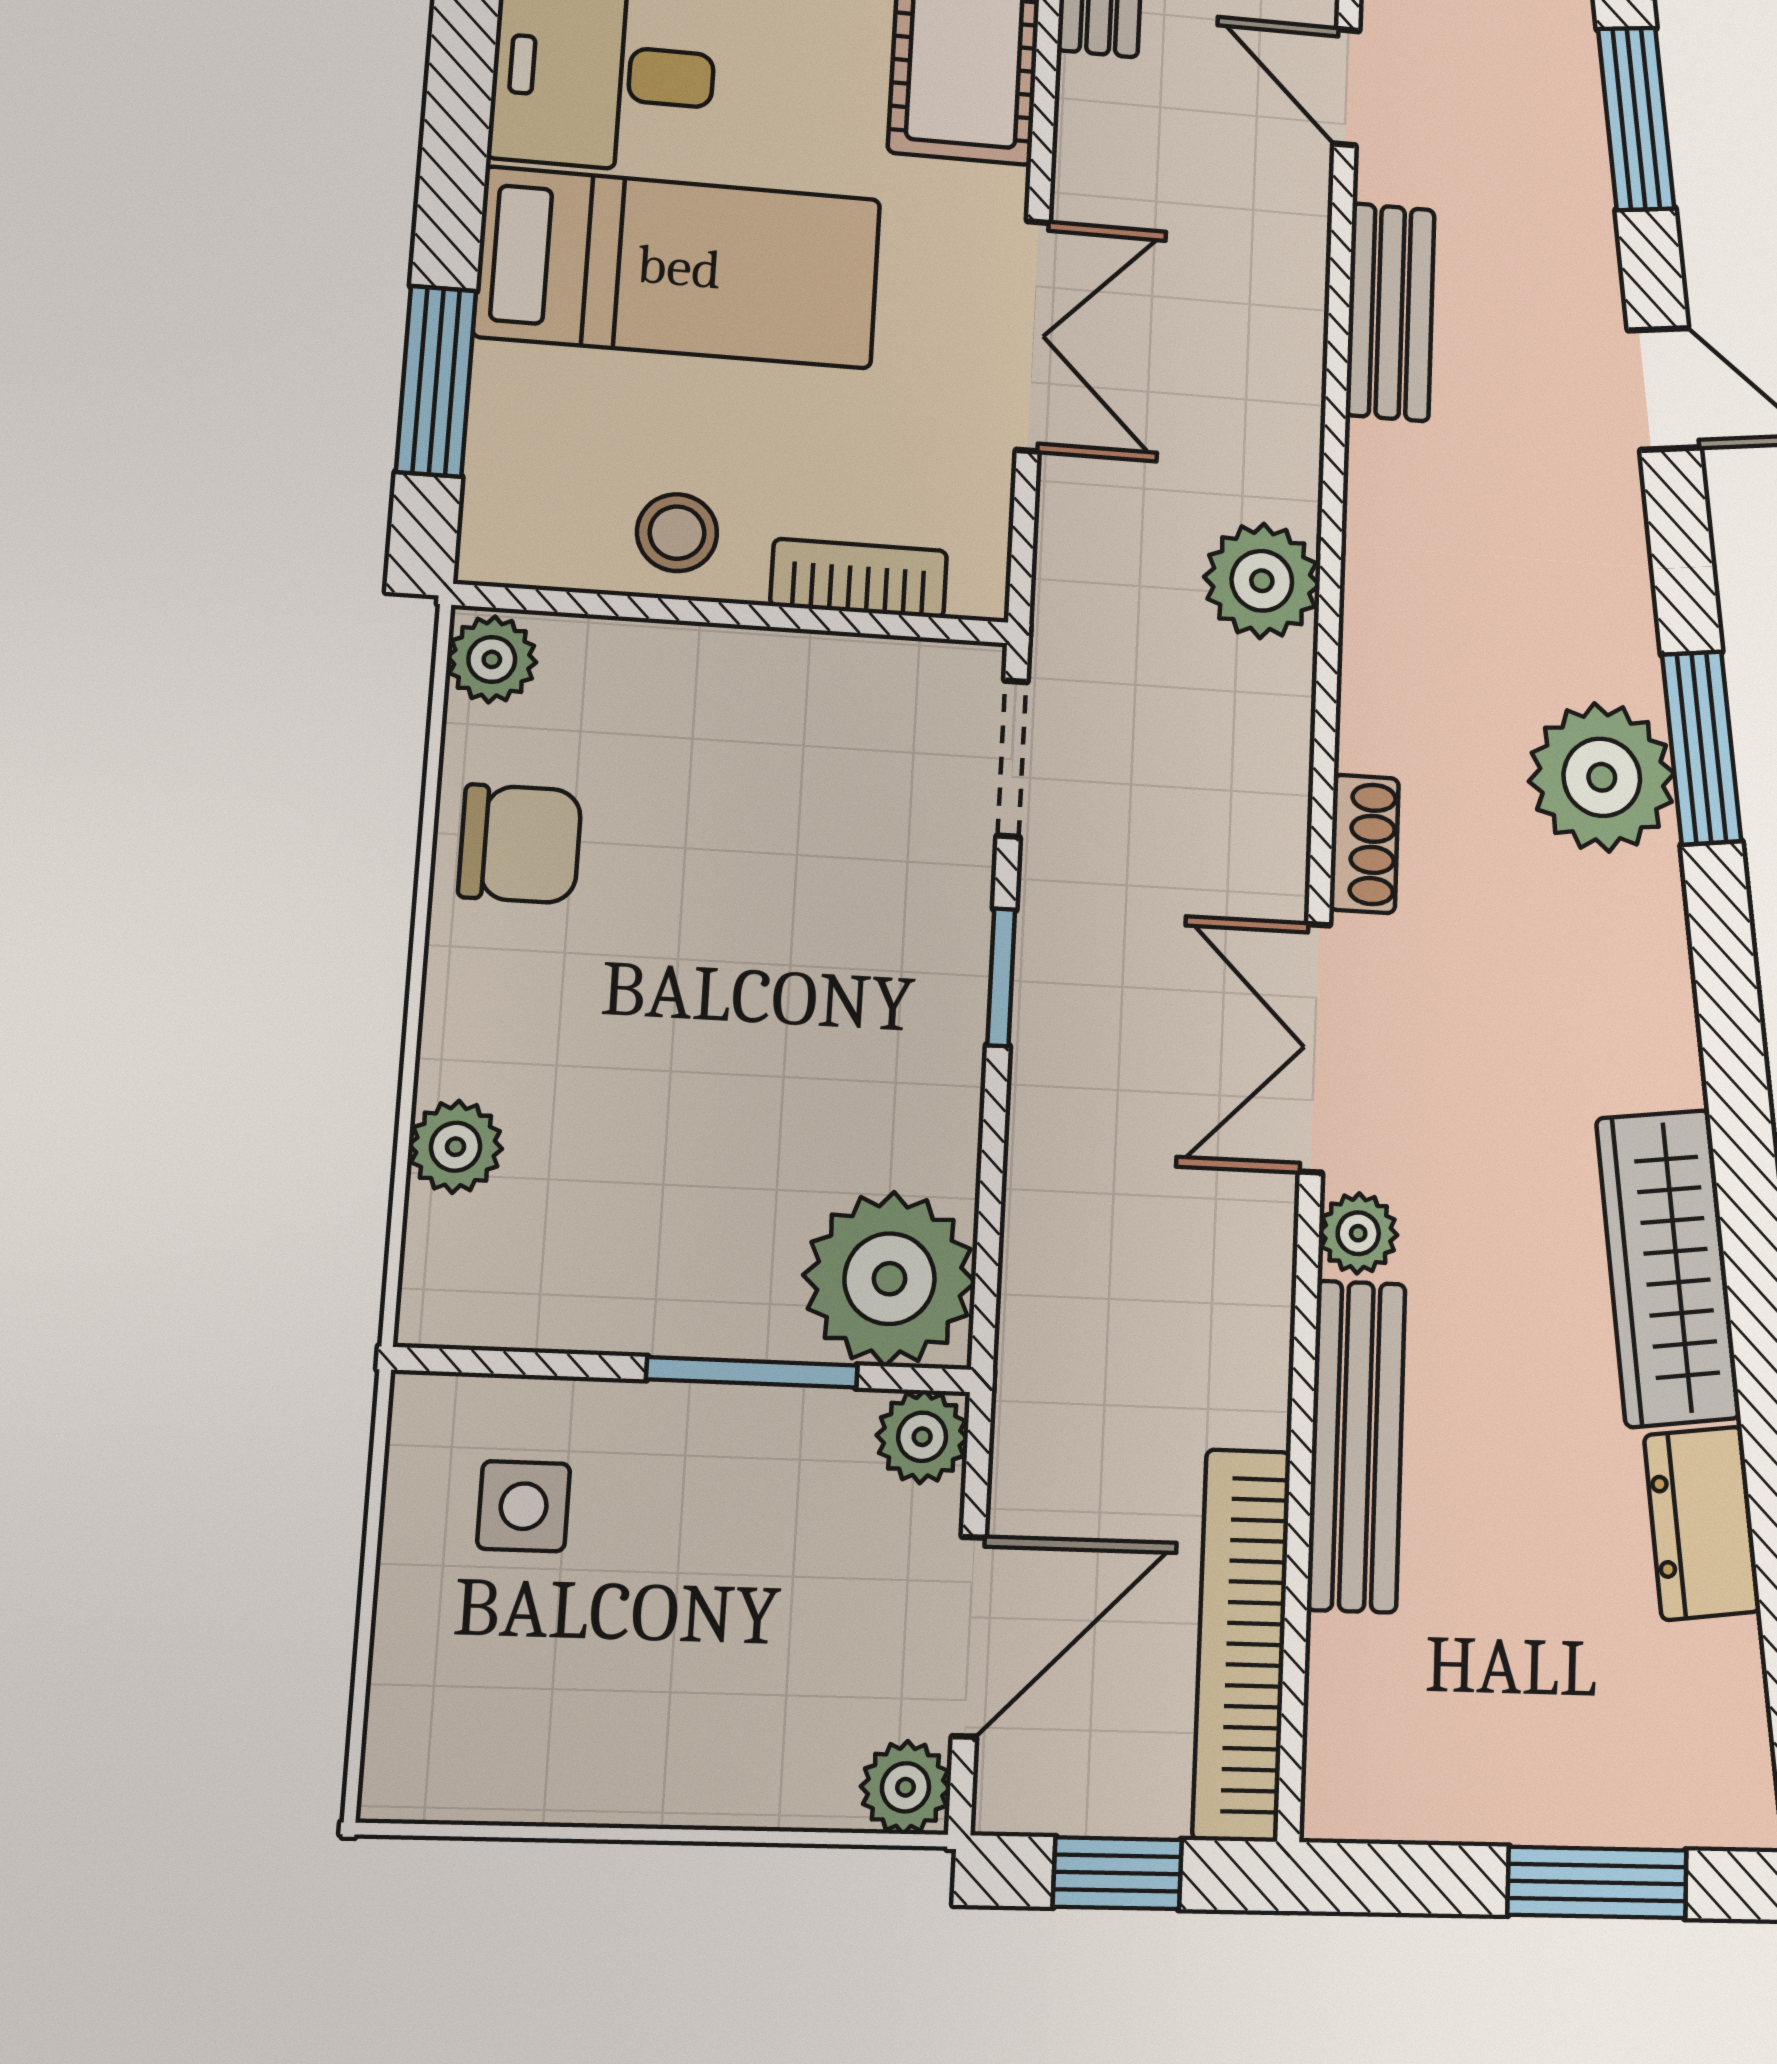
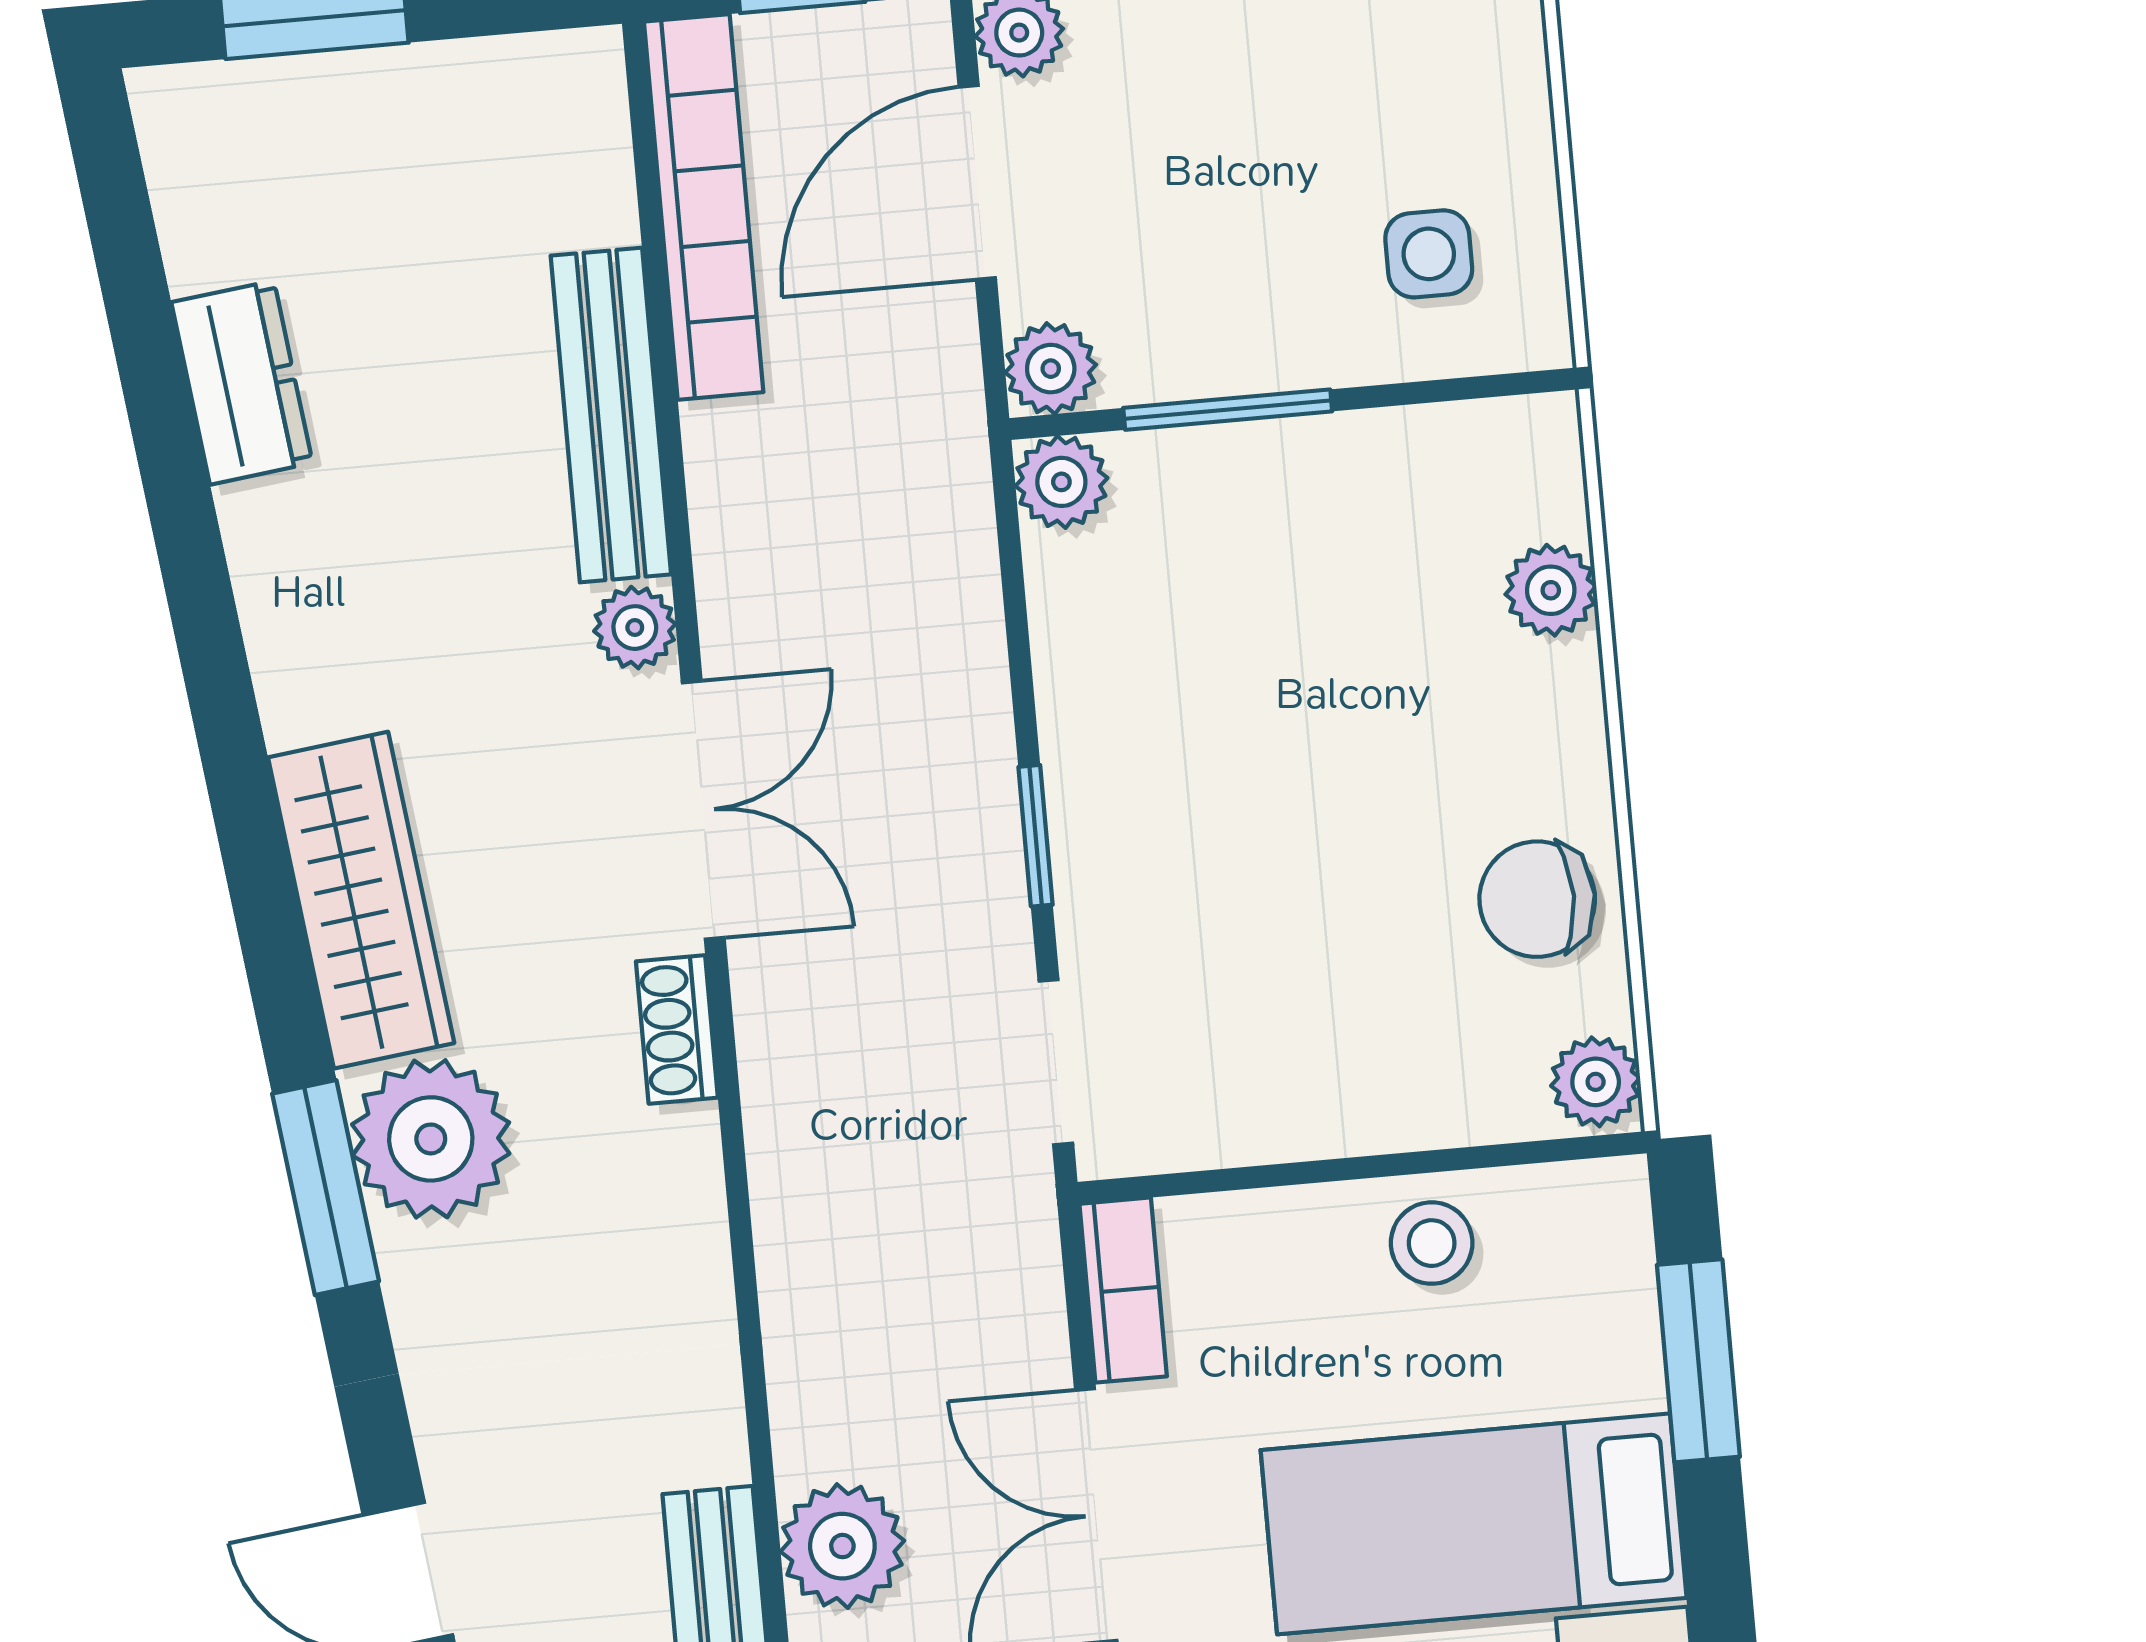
bookcase: (859, 578) -> (1123, 1290), moved, turned -90
plant: (1262, 581) -> (842, 1546), moved
wardrobe: (1668, 1267) -> (361, 900), moved
plant: (889, 1279) -> (1061, 482), width x0.53, depth x0.53

